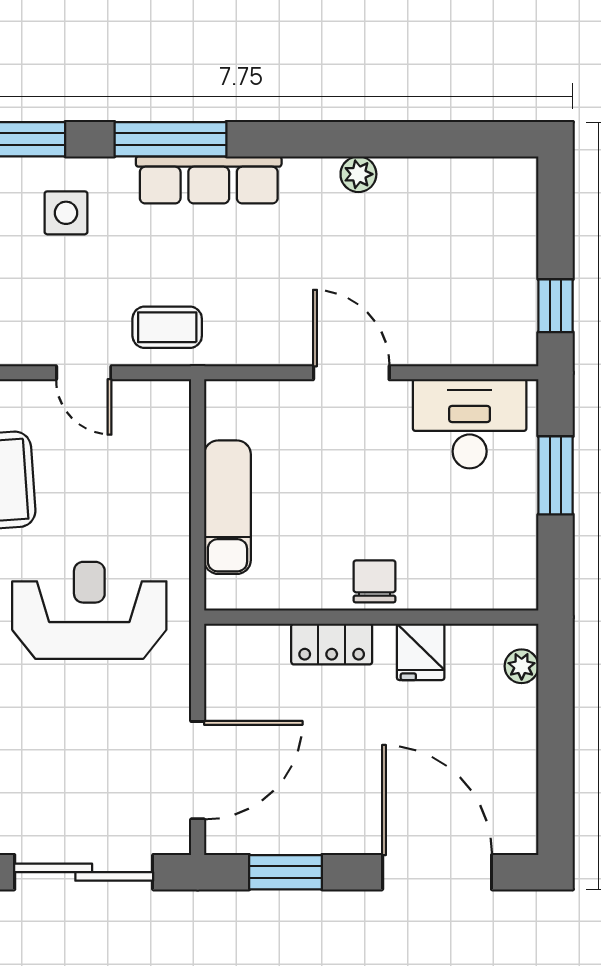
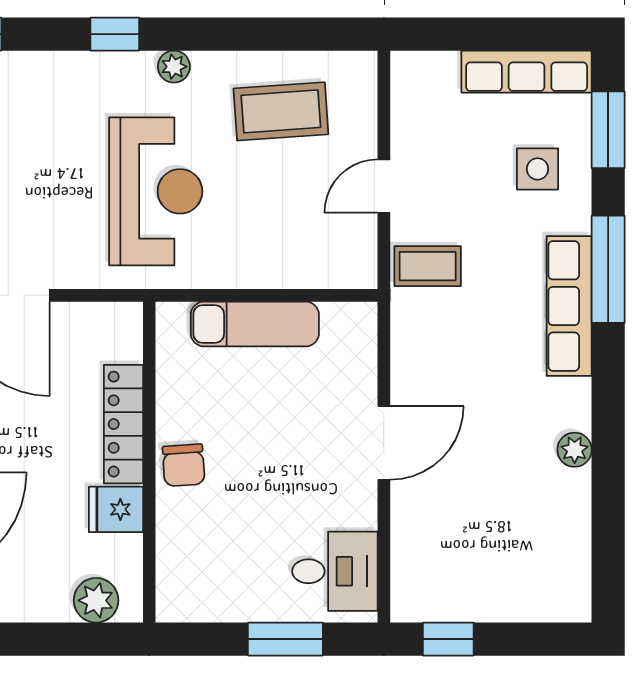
coffee table: (167, 327) -> (428, 266), turned 90
desk: (470, 424) -> (335, 571), width x0.73
chair: (374, 581) -> (184, 465), turned 86
locker: (332, 644) -> (123, 424), width x1.53
plant: (522, 666) -> (96, 600), width x1.38, depth x1.38

